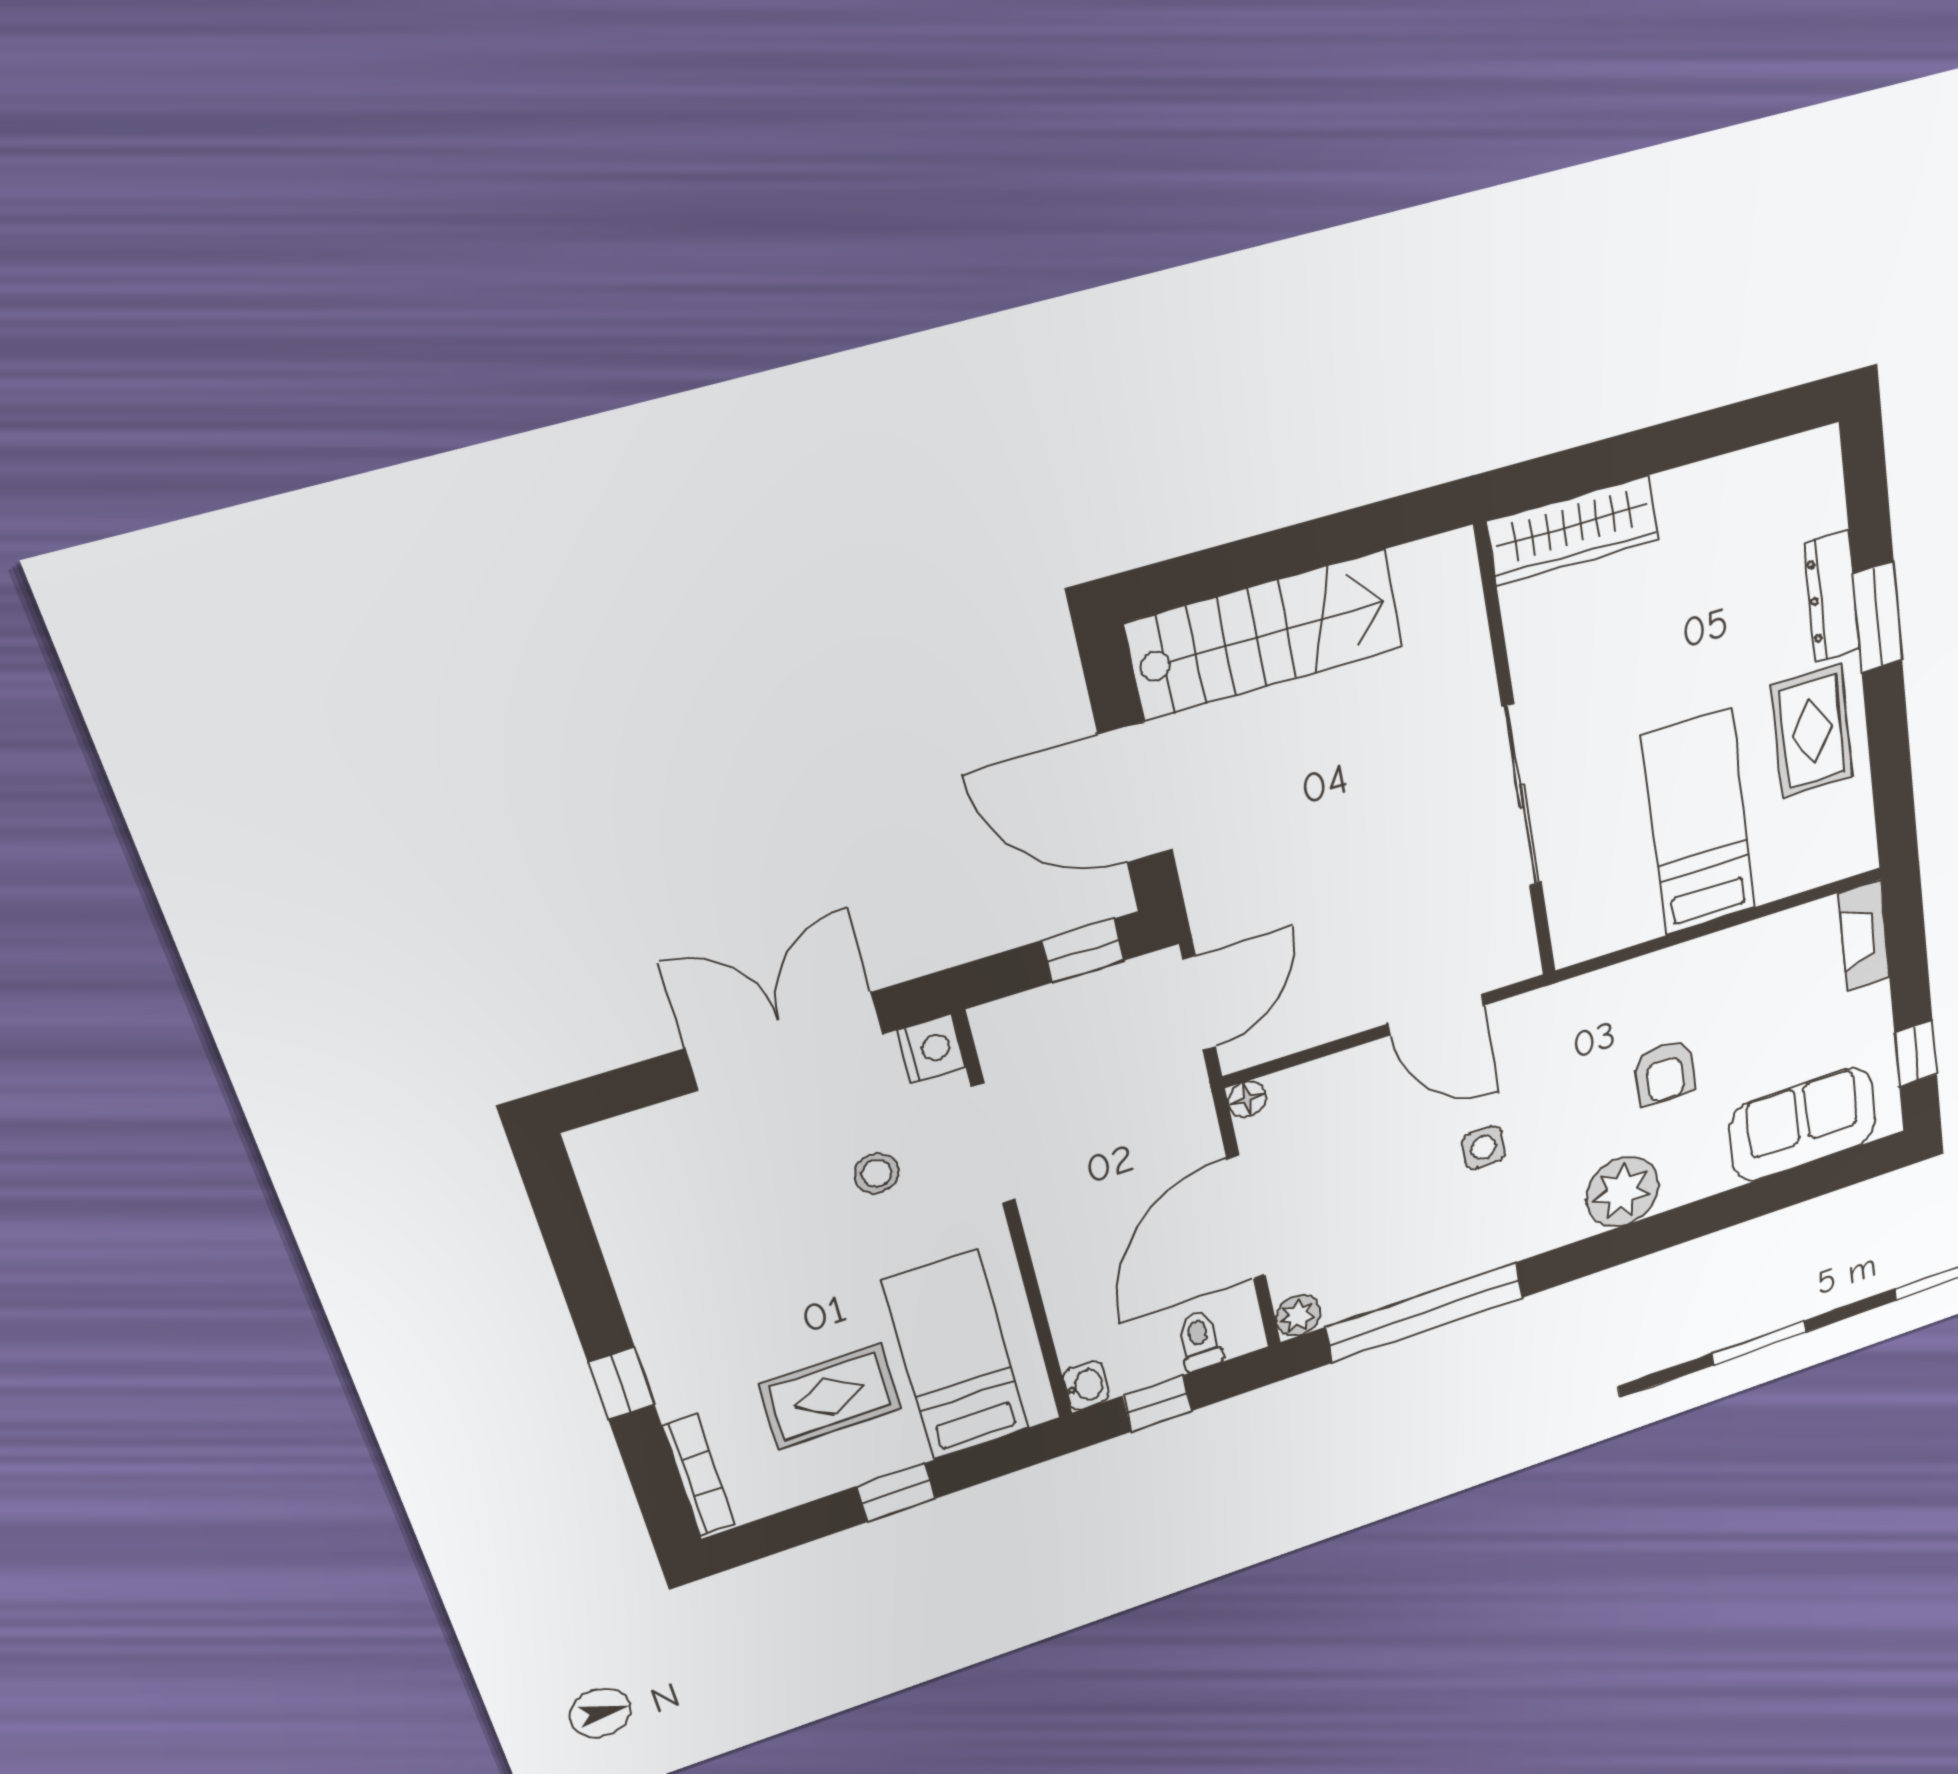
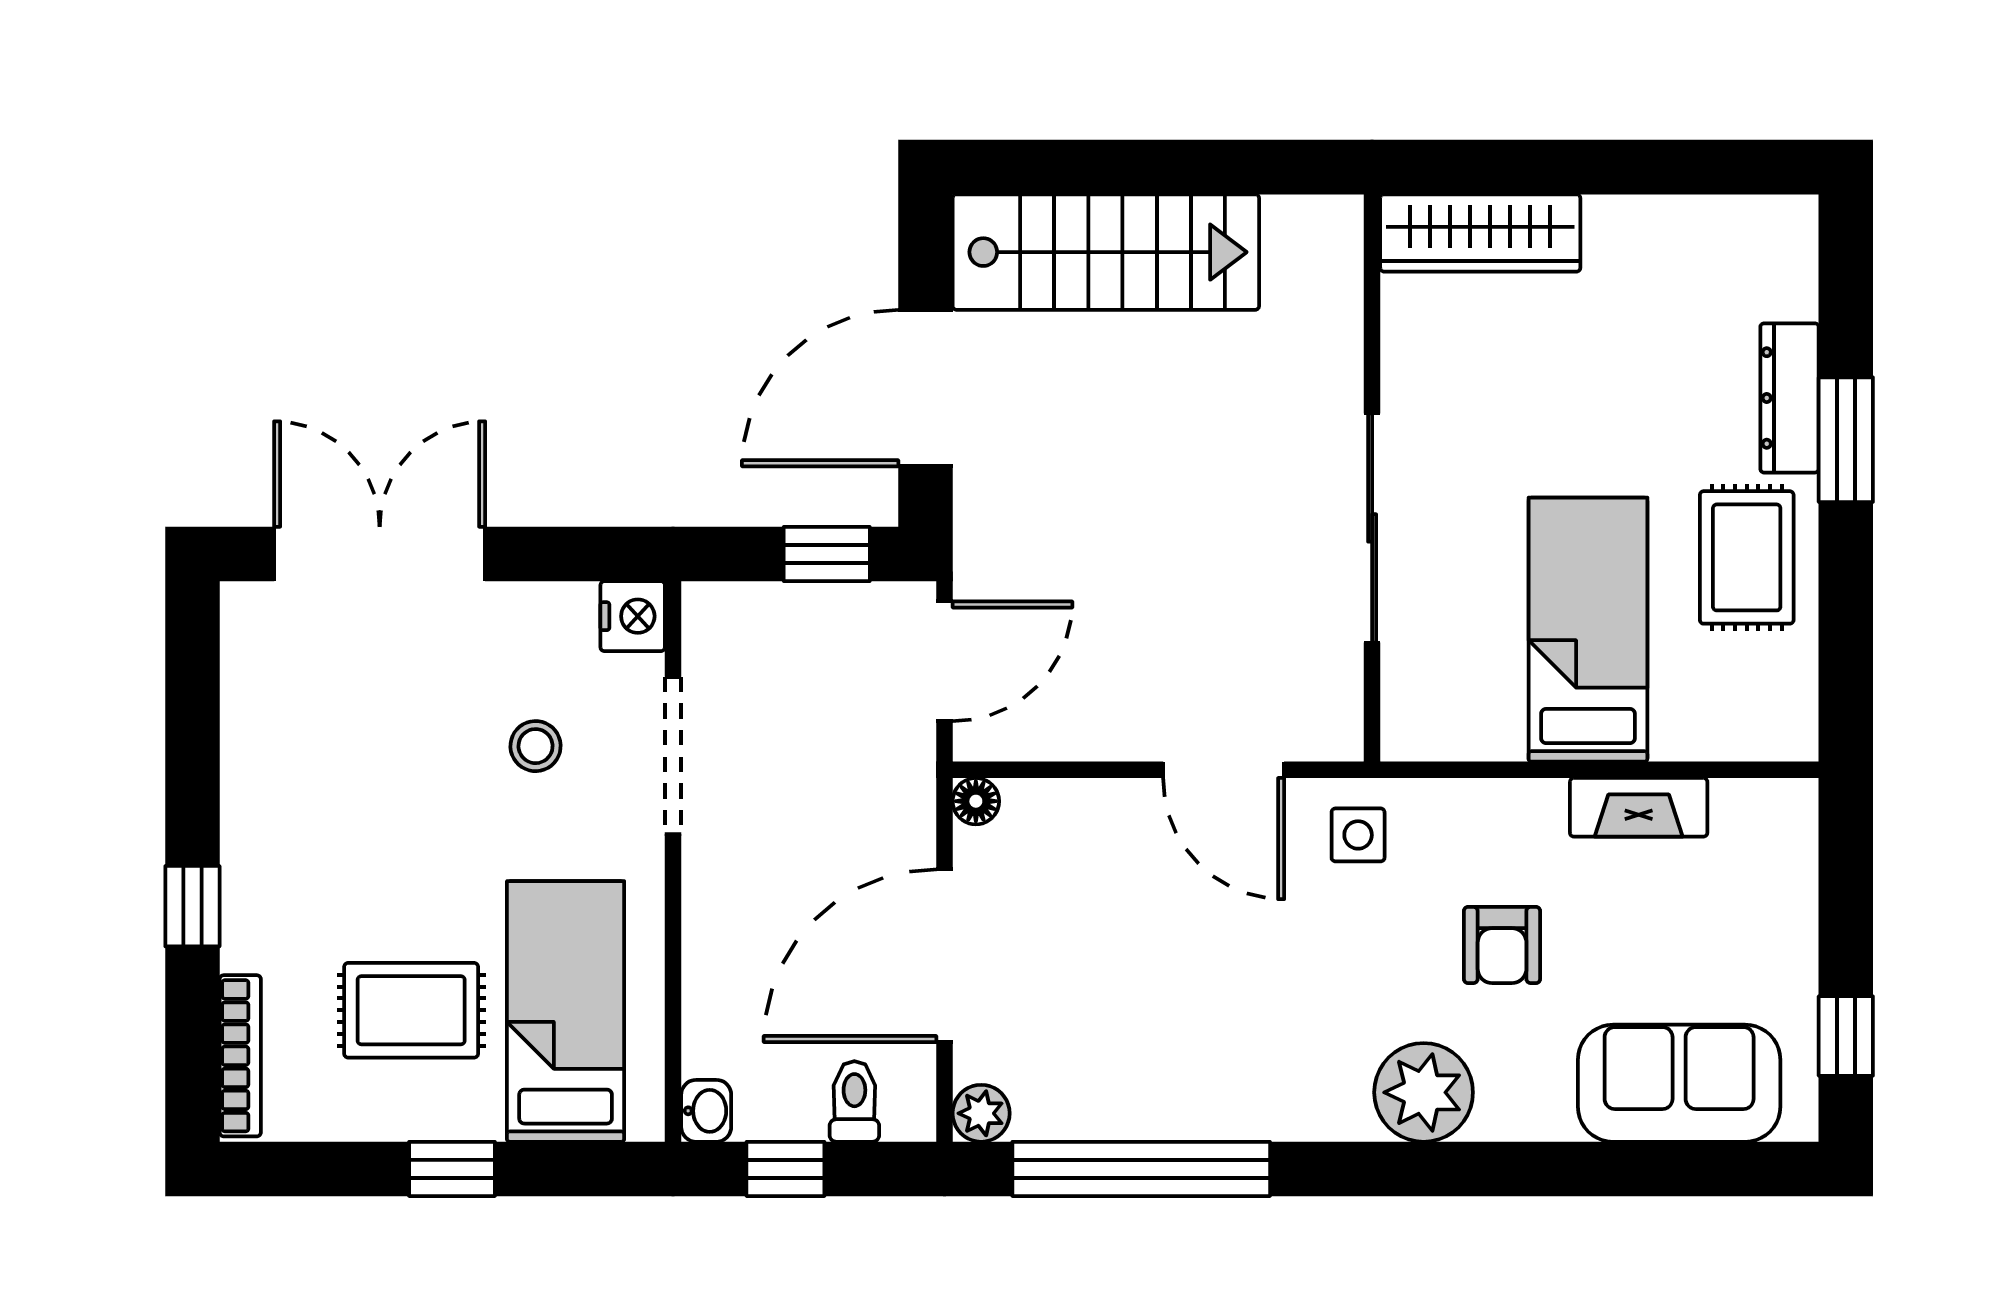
door: (1136, 793) -> (925, 388), hinge flipped
fireplace: (1864, 935) -> (1639, 807), moved, turned -90
double door: (785, 1041) -> (380, 554), moved
side table: (1483, 1148) -> (1358, 835), moved

